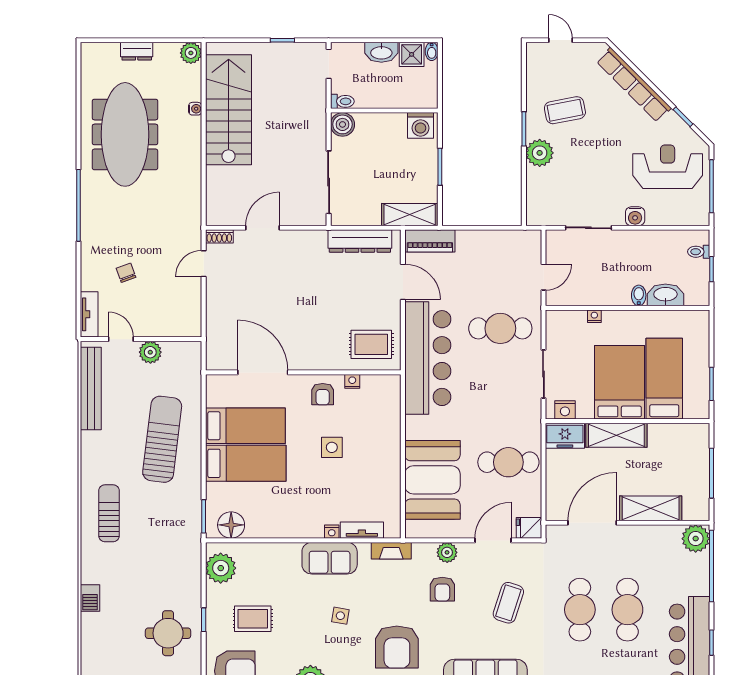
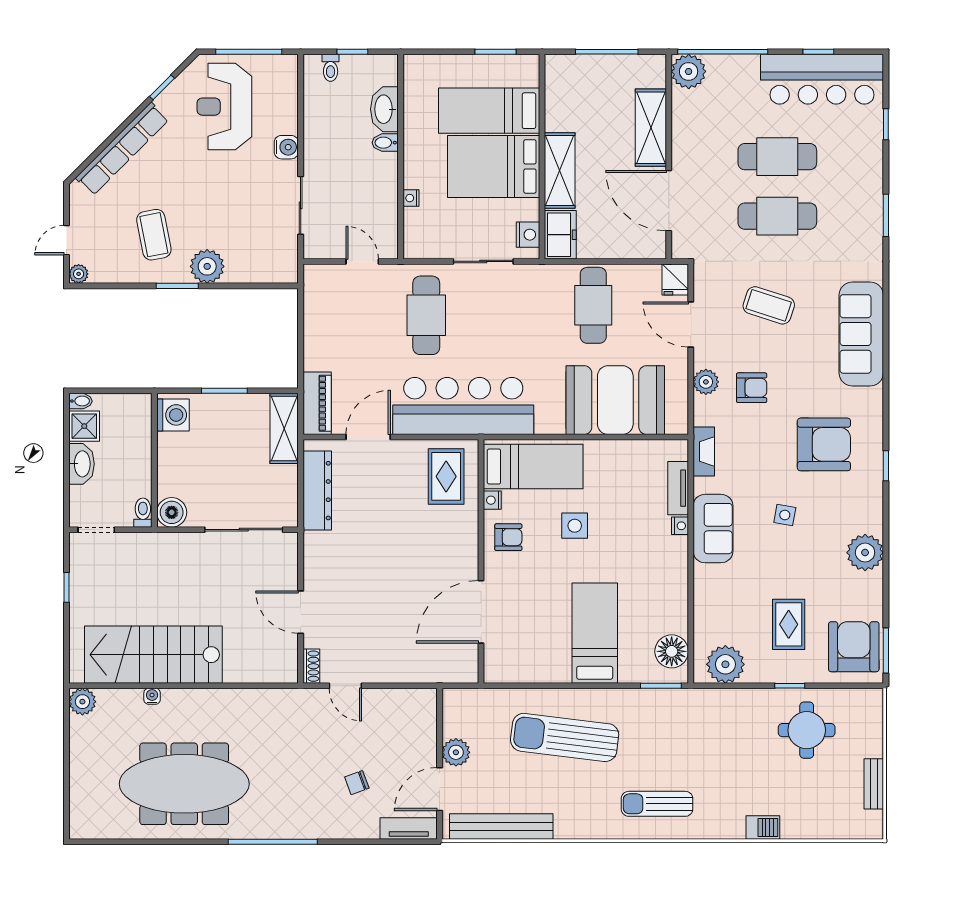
plant: (534, 50) -> (79, 274), added
dresser: (137, 51) -> (80, 769), removed
door: (121, 339) -> (440, 789), width x1.38
bed: (245, 426) -> (533, 467), moved, turned 90

